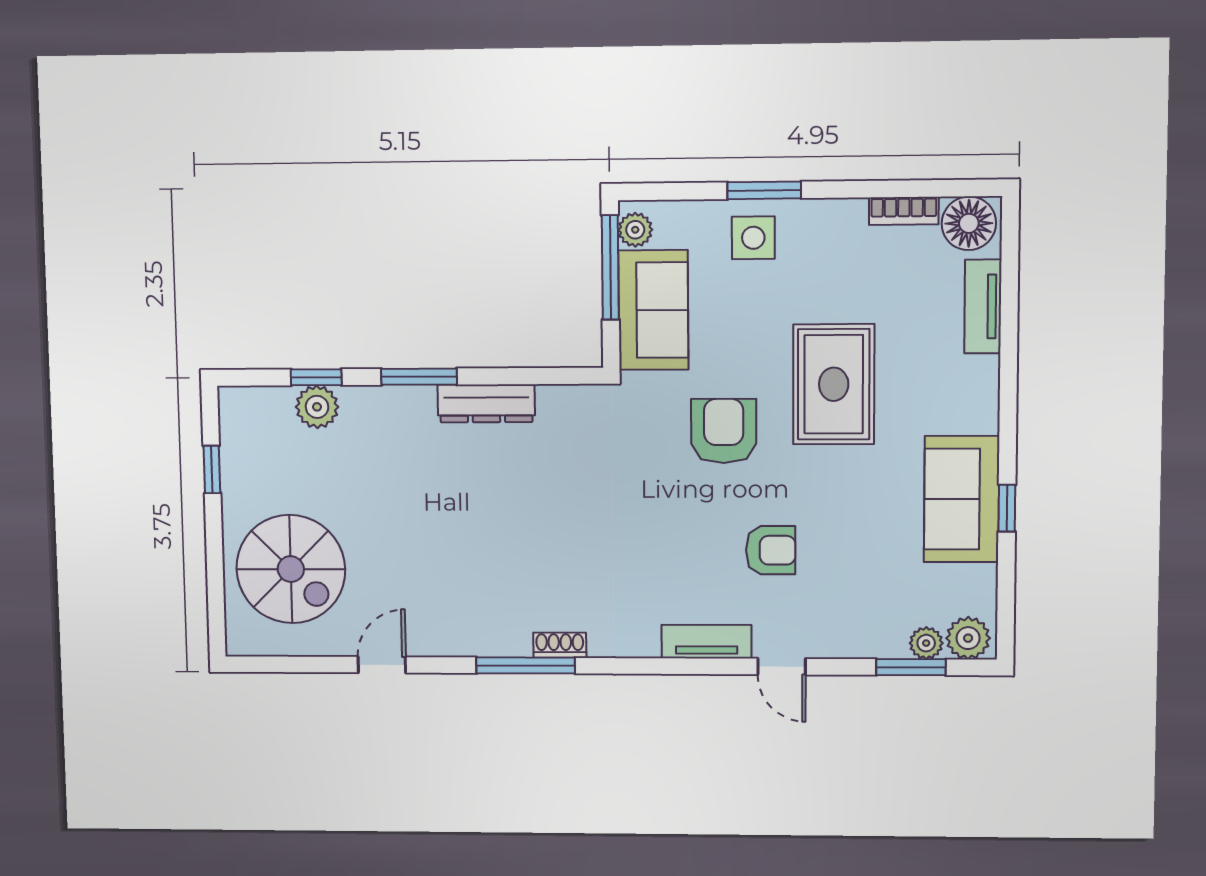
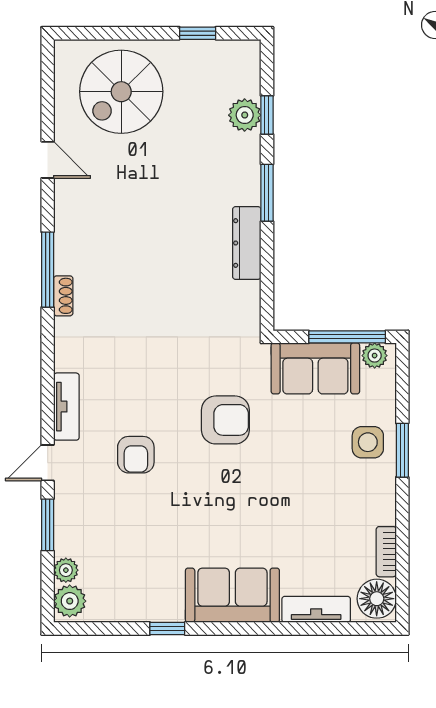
rug: (834, 384) -> (260, 501), removed
sofa: (962, 499) -> (232, 595), moved
window: (911, 667) -> (48, 525), moved

